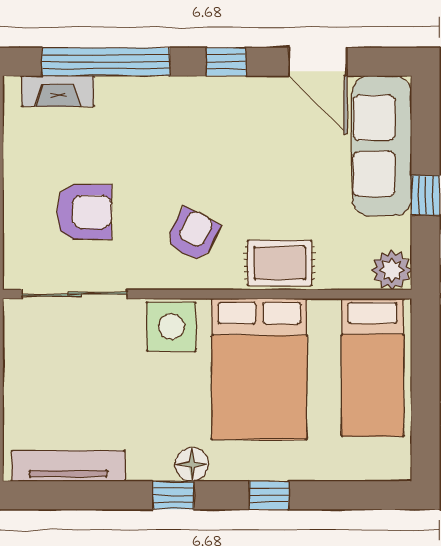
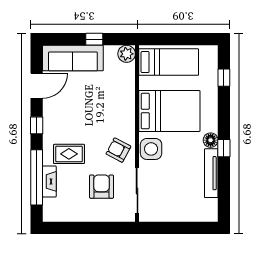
fireplace: (58, 91) -> (49, 181), moved
armchair: (193, 234) -> (118, 150), moved
rug: (280, 263) -> (69, 154), moved, turned 90
tv unit: (68, 466) -> (211, 173), moved
window: (269, 495) -> (224, 78), moved

